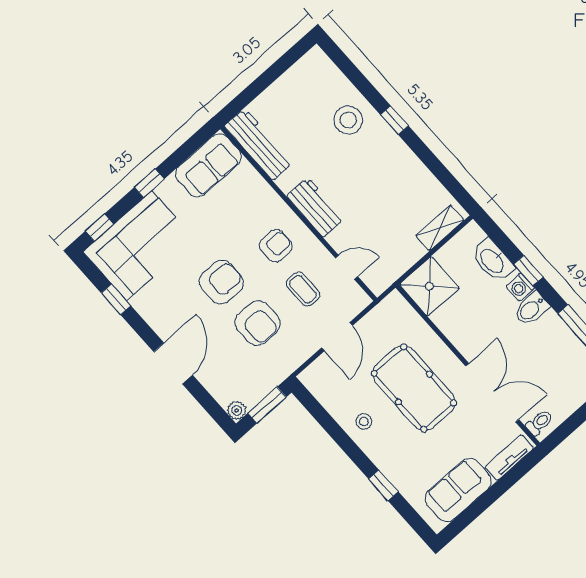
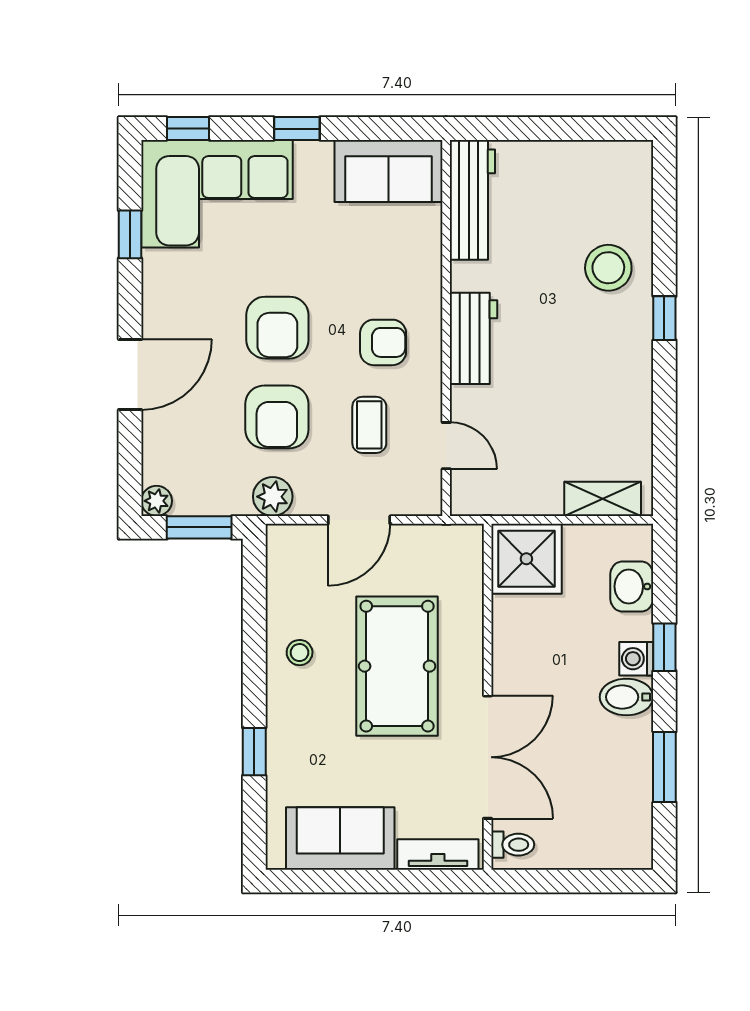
washbasin: (493, 261) -> (632, 586), width x0.72
armchair: (221, 282) -> (277, 328), turned 90
plant: (288, 361) -> (273, 497), added

